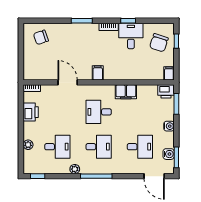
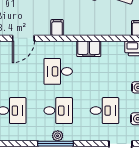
door: (68, 82) -> (23, 38), swing flipped
plant: (75, 169) -> (58, 136), moved

